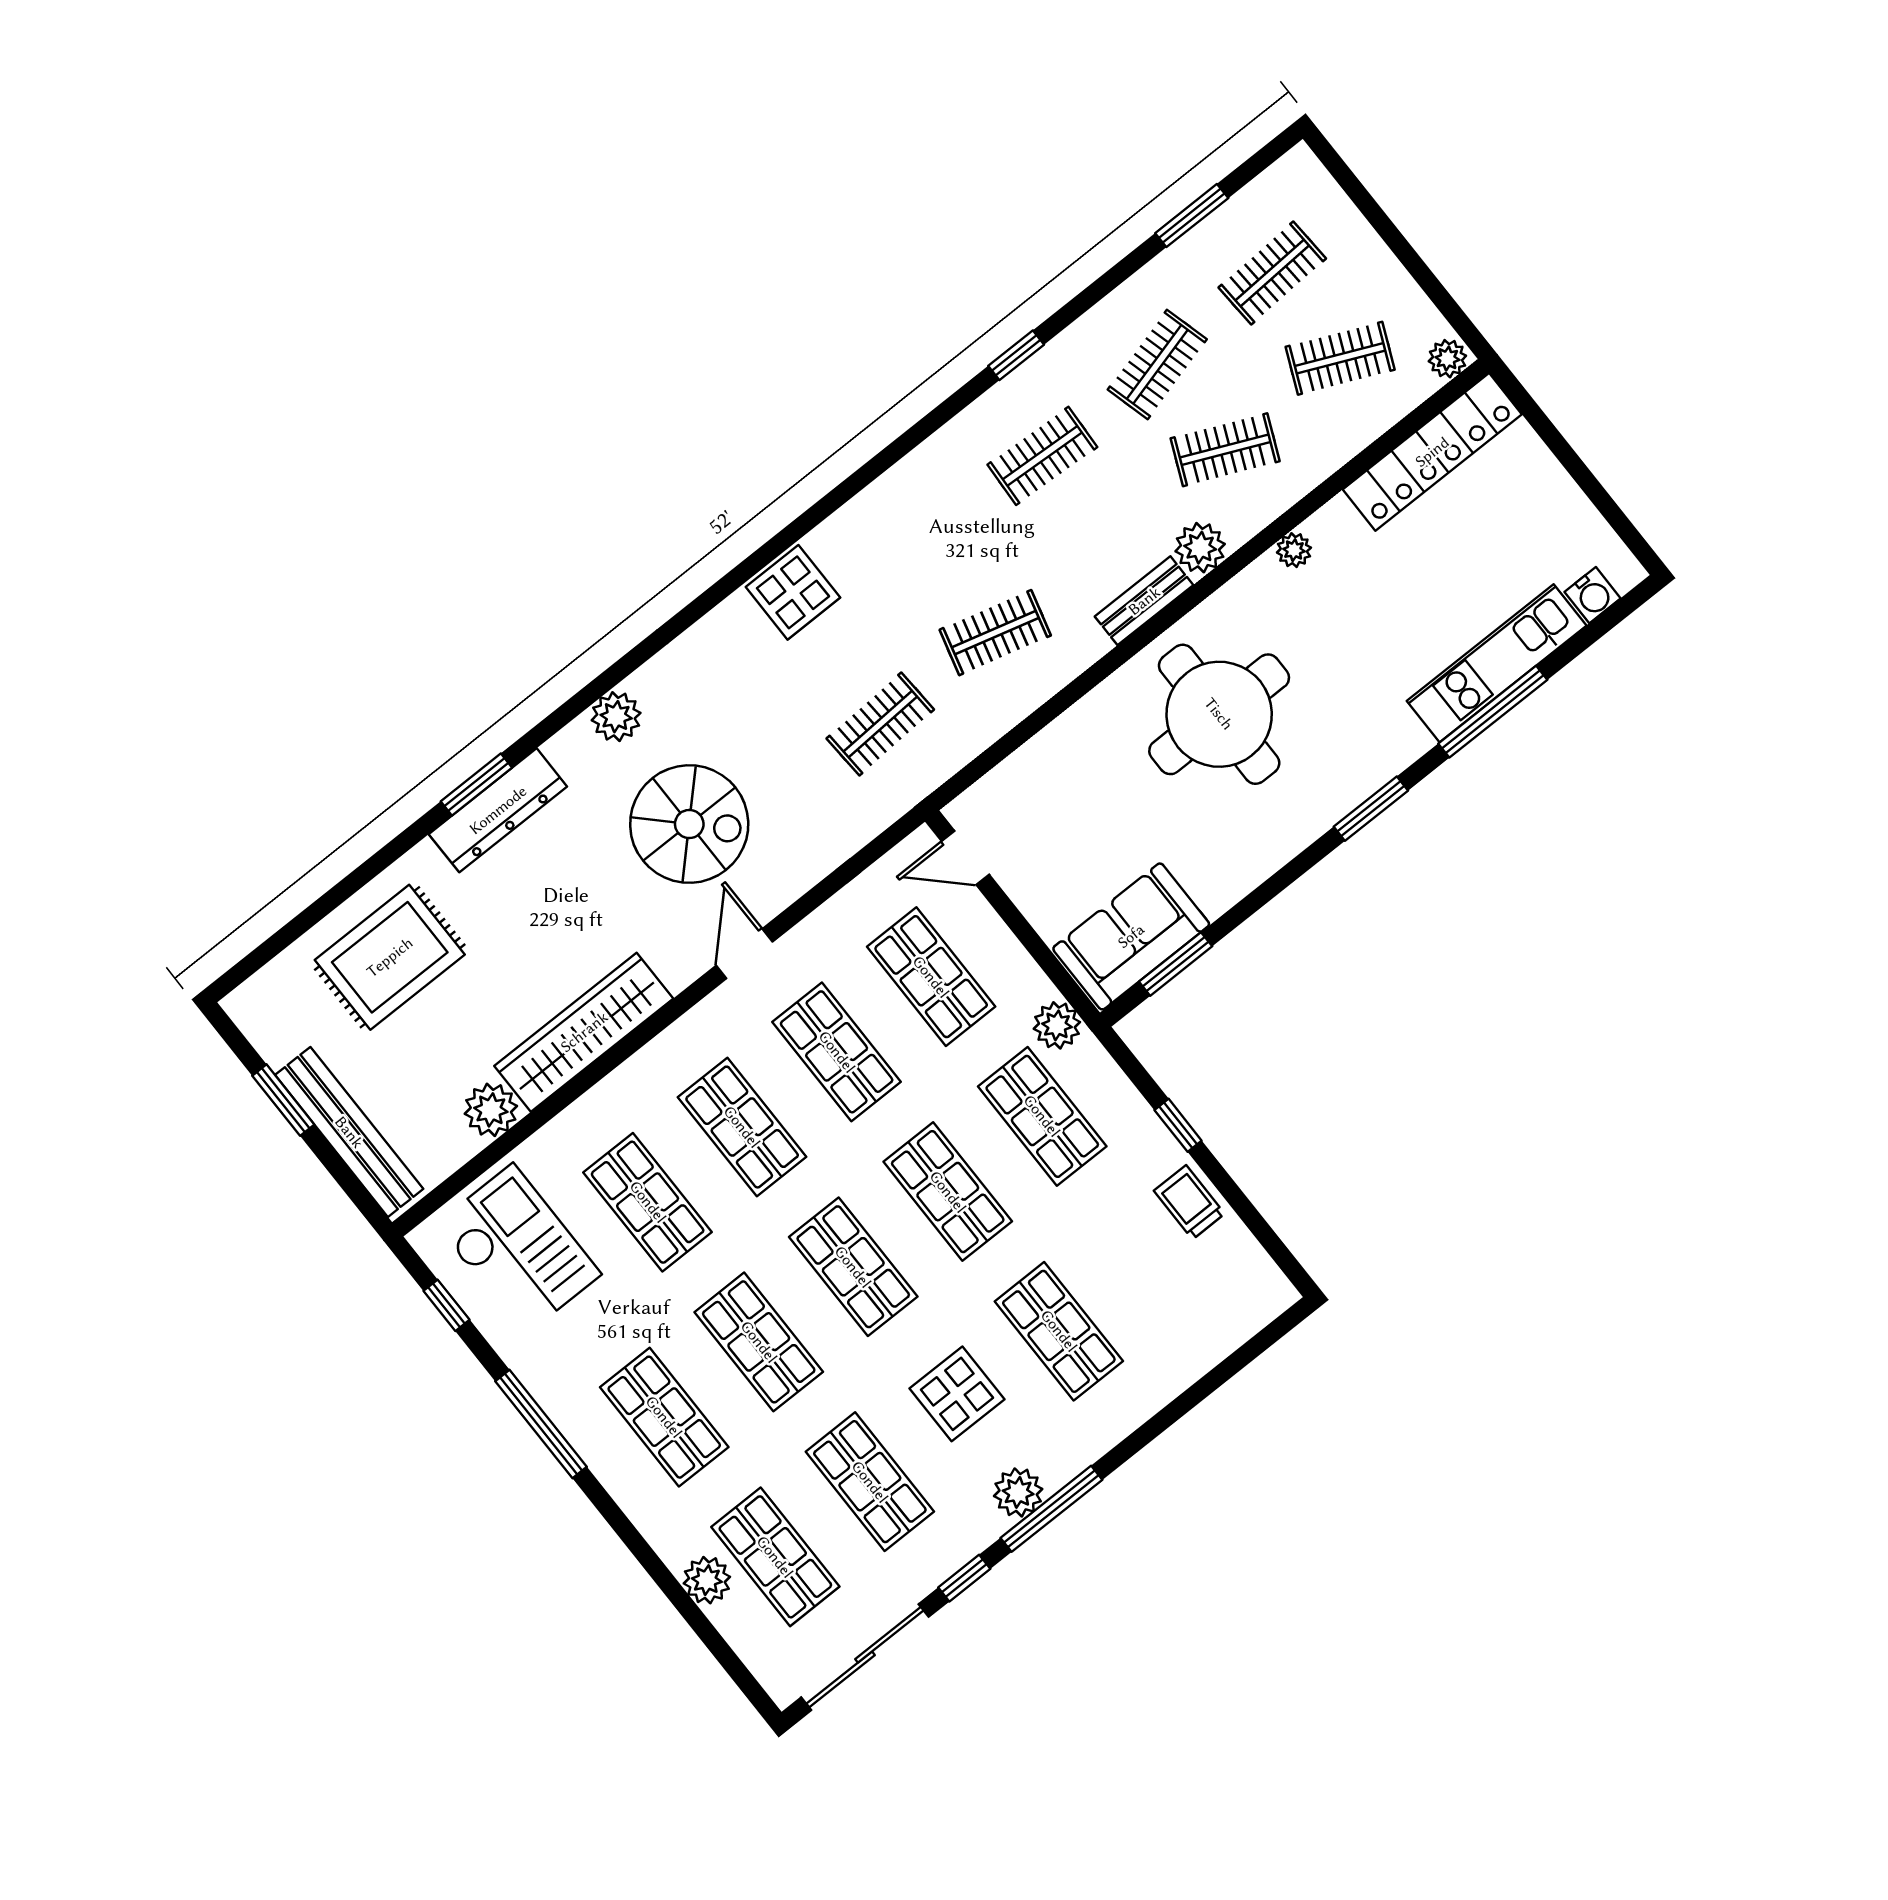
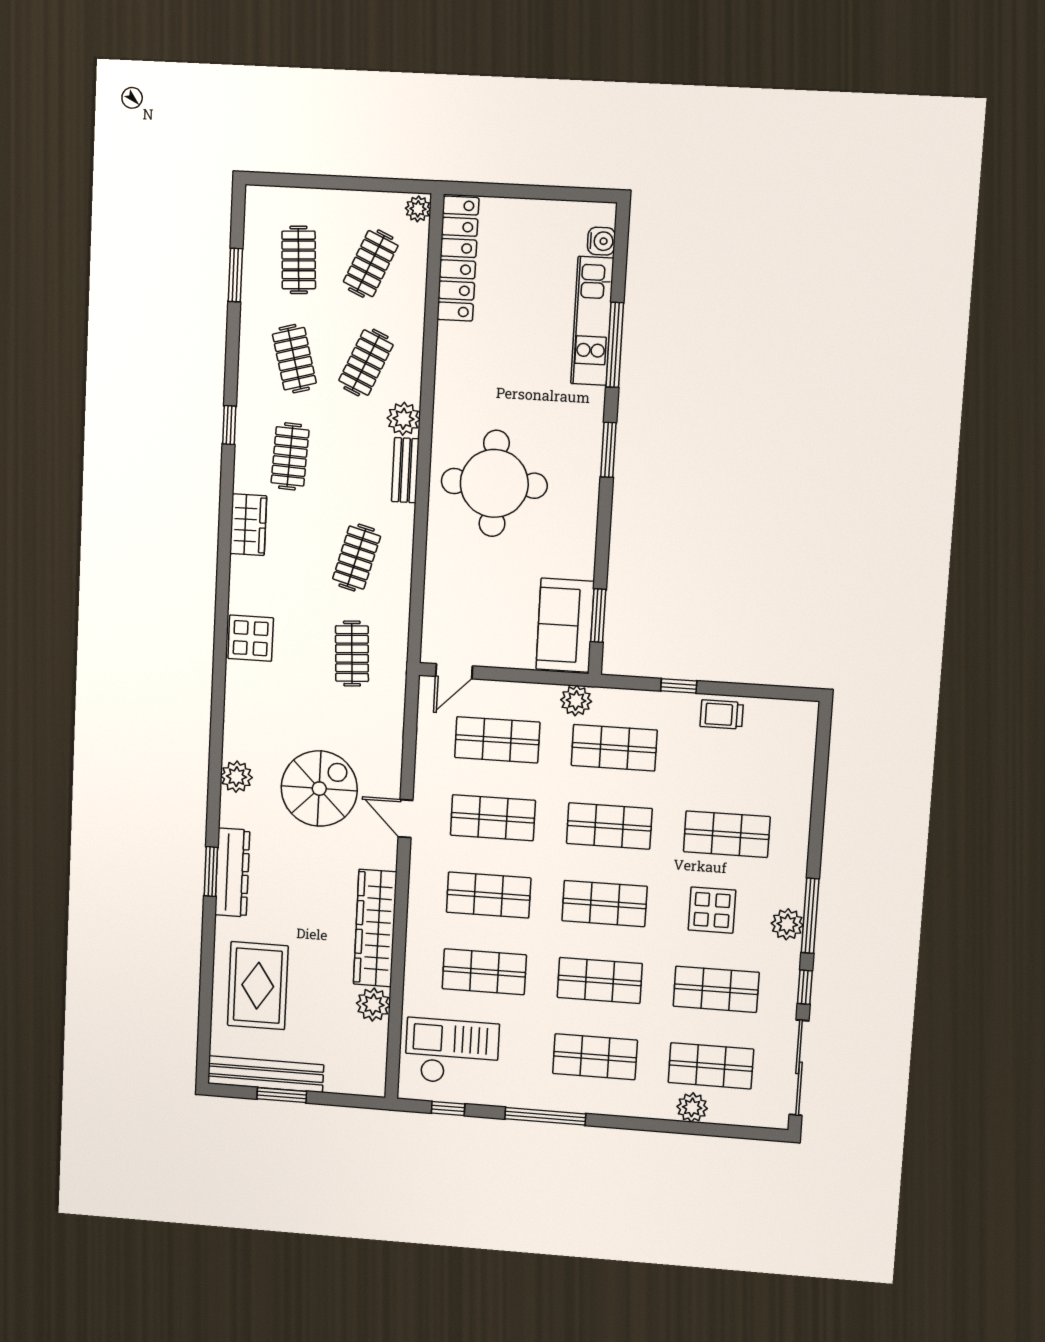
wardrobe: (922, 476) -> (248, 525), added
plant: (1294, 550) -> (446, 373), removed
bench: (349, 1132) -> (266, 1074), moved

